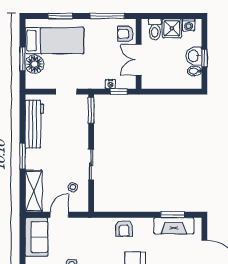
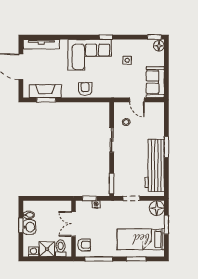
double door: (139, 60) -> (74, 224), swing flipped
floor lamp: (35, 64) -> (157, 208), moved
workbench: (34, 124) -> (155, 165), width x1.36, depth x1.32
shelving: (34, 191) -> (158, 119), removed
door: (59, 215) -> (137, 100), hinge flipped

